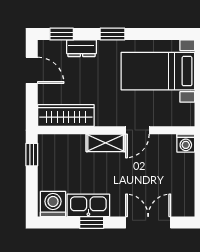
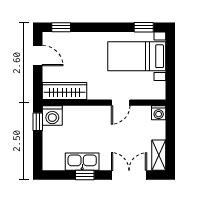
window: (112, 34) -> (144, 27), moved
dresser: (81, 48) -> (77, 38), removed
shelving: (106, 143) -> (159, 155), moved, turned 90
washing machine: (53, 204) -> (52, 116), moved, turned 180

